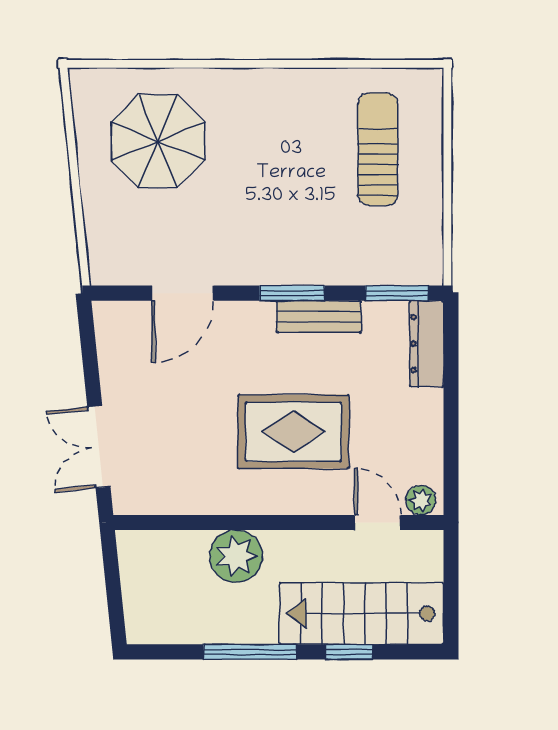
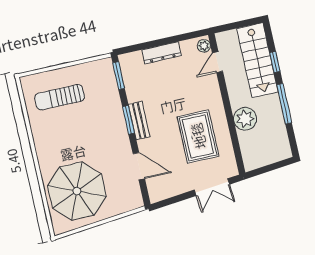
parasol: (158, 141) -> (77, 191), width x1.36, depth x1.36
bench: (319, 317) -> (139, 120), moved
dresser: (427, 344) -> (162, 53), moved
rug: (293, 432) -> (198, 136), moved

